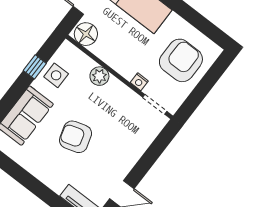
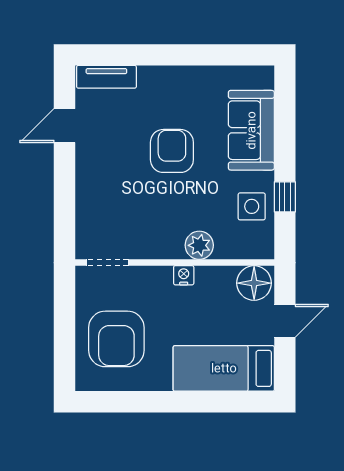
nightstand: (139, 82) -> (184, 275), moved
armchair: (76, 137) -> (172, 151), turned -73

